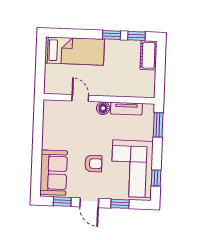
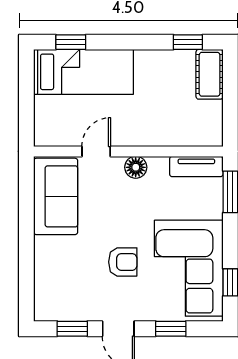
window: (112, 35) -> (71, 42), moved
door: (80, 98) -> (96, 151), hinge flipped
tv unit: (126, 109) -> (196, 166), moved
sofa: (54, 173) -> (56, 196), moved

